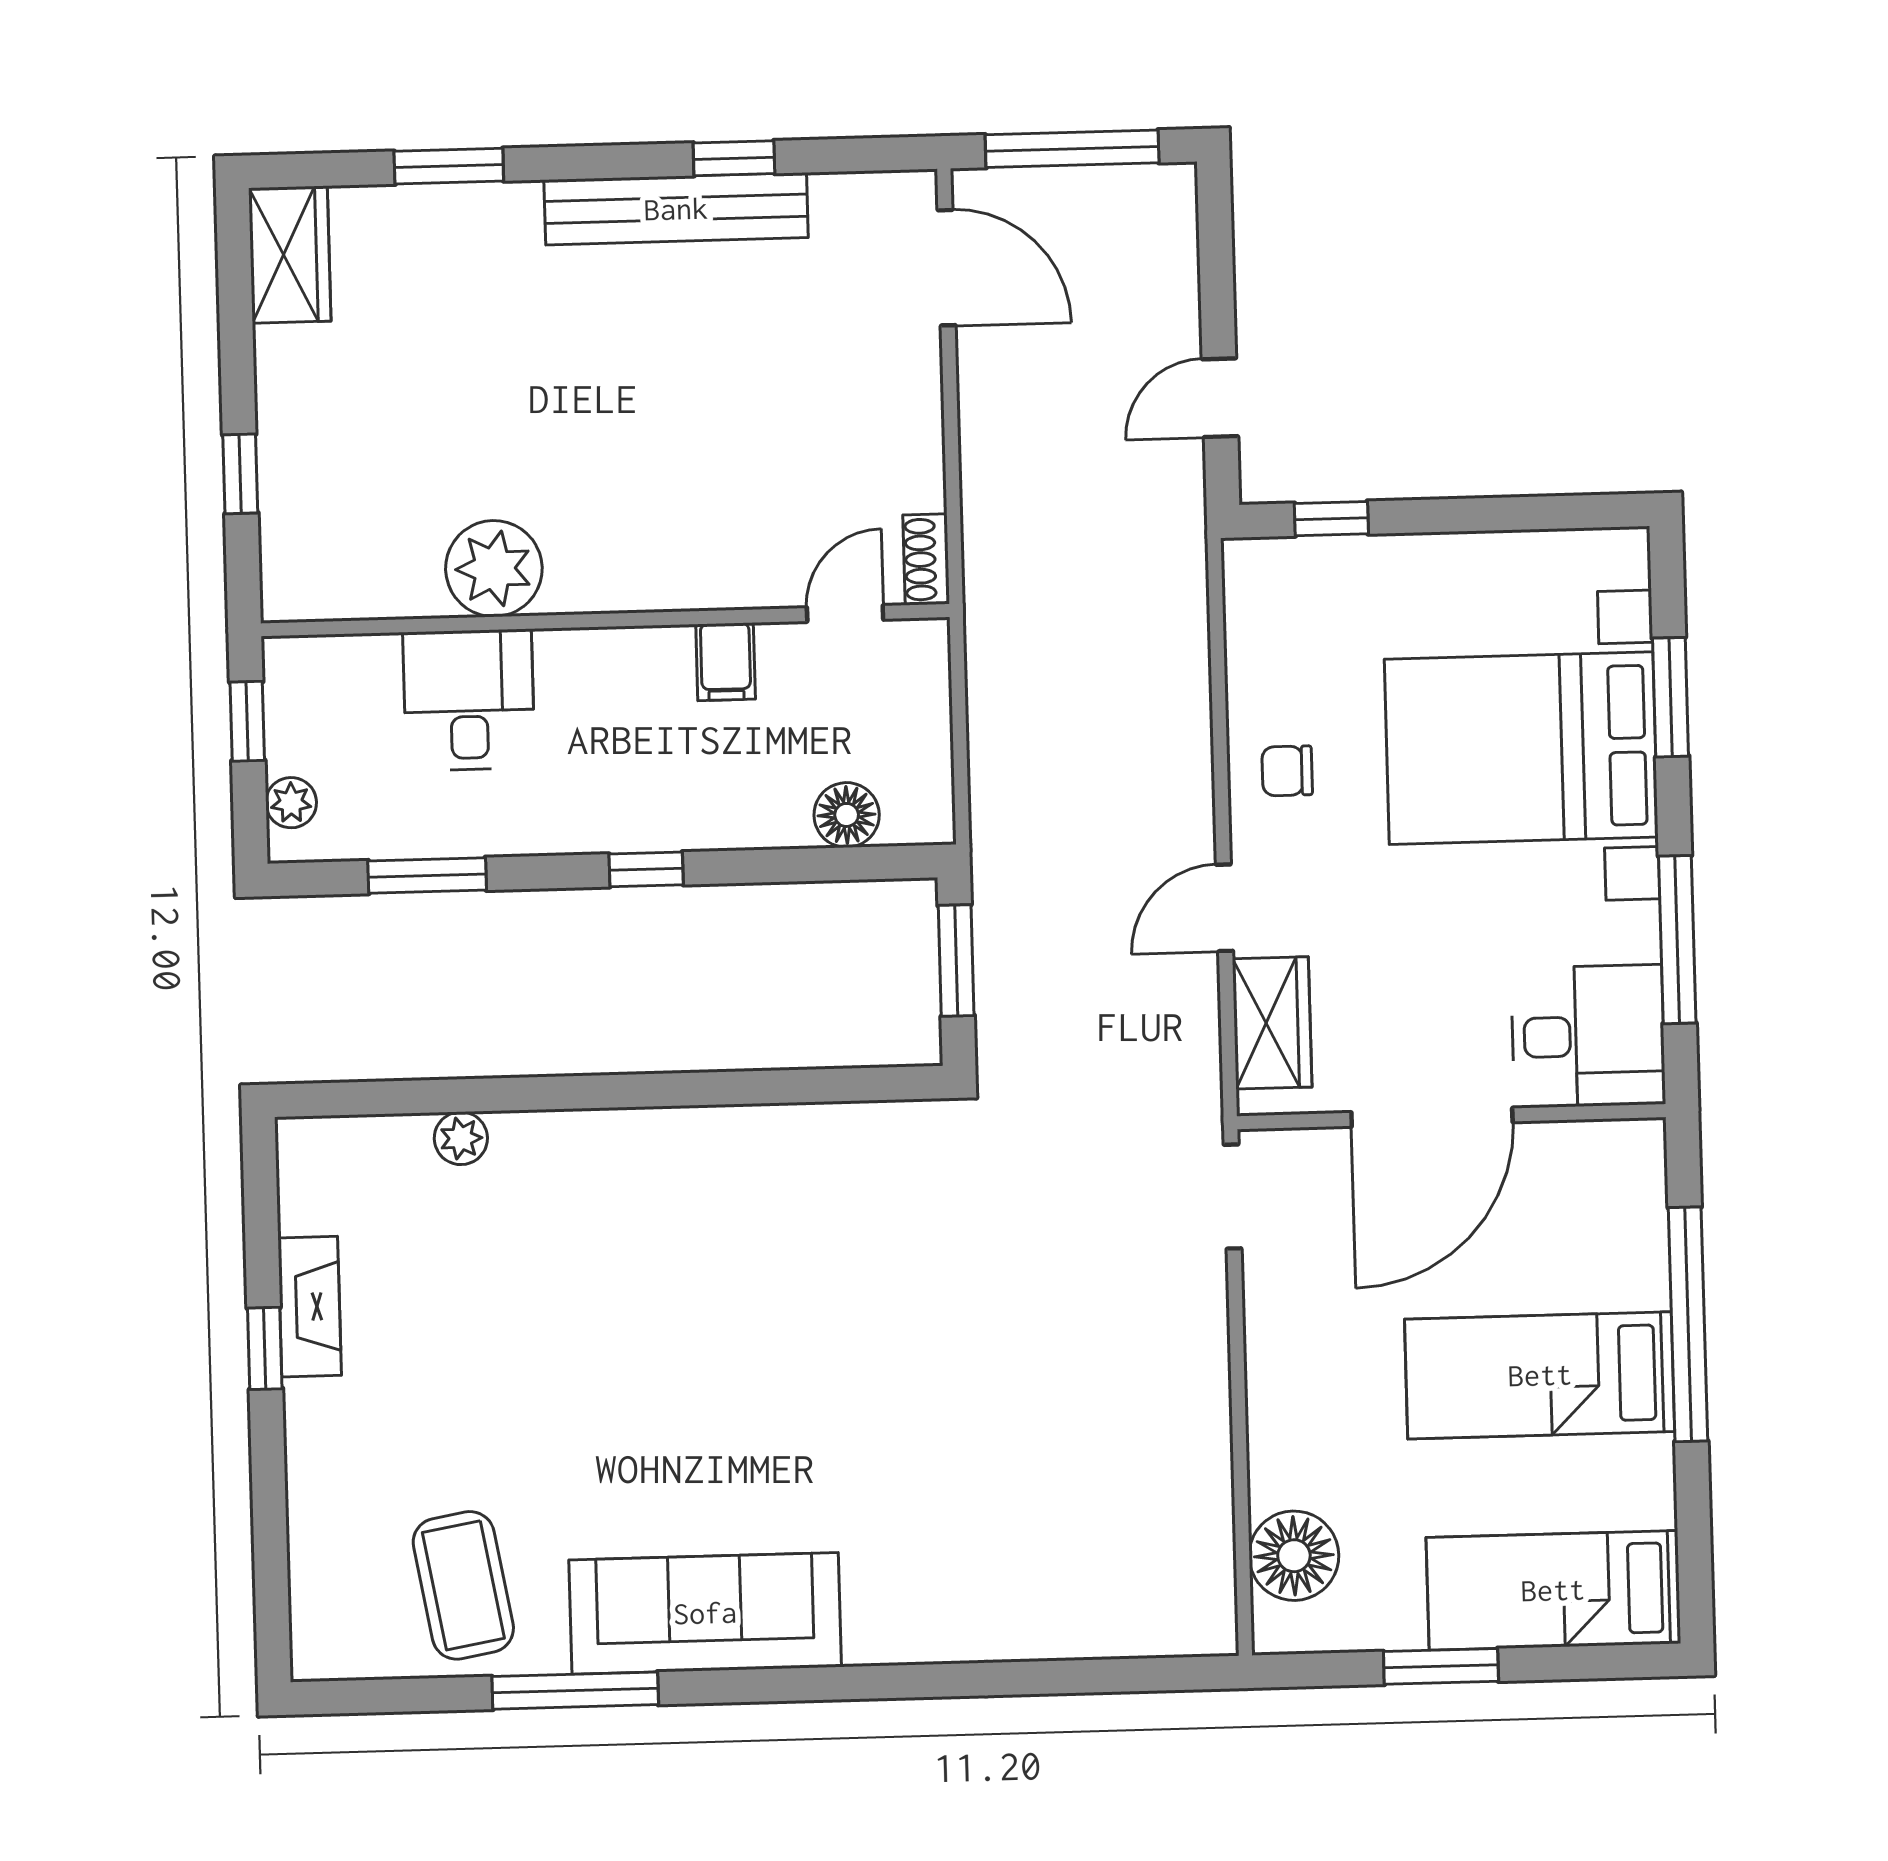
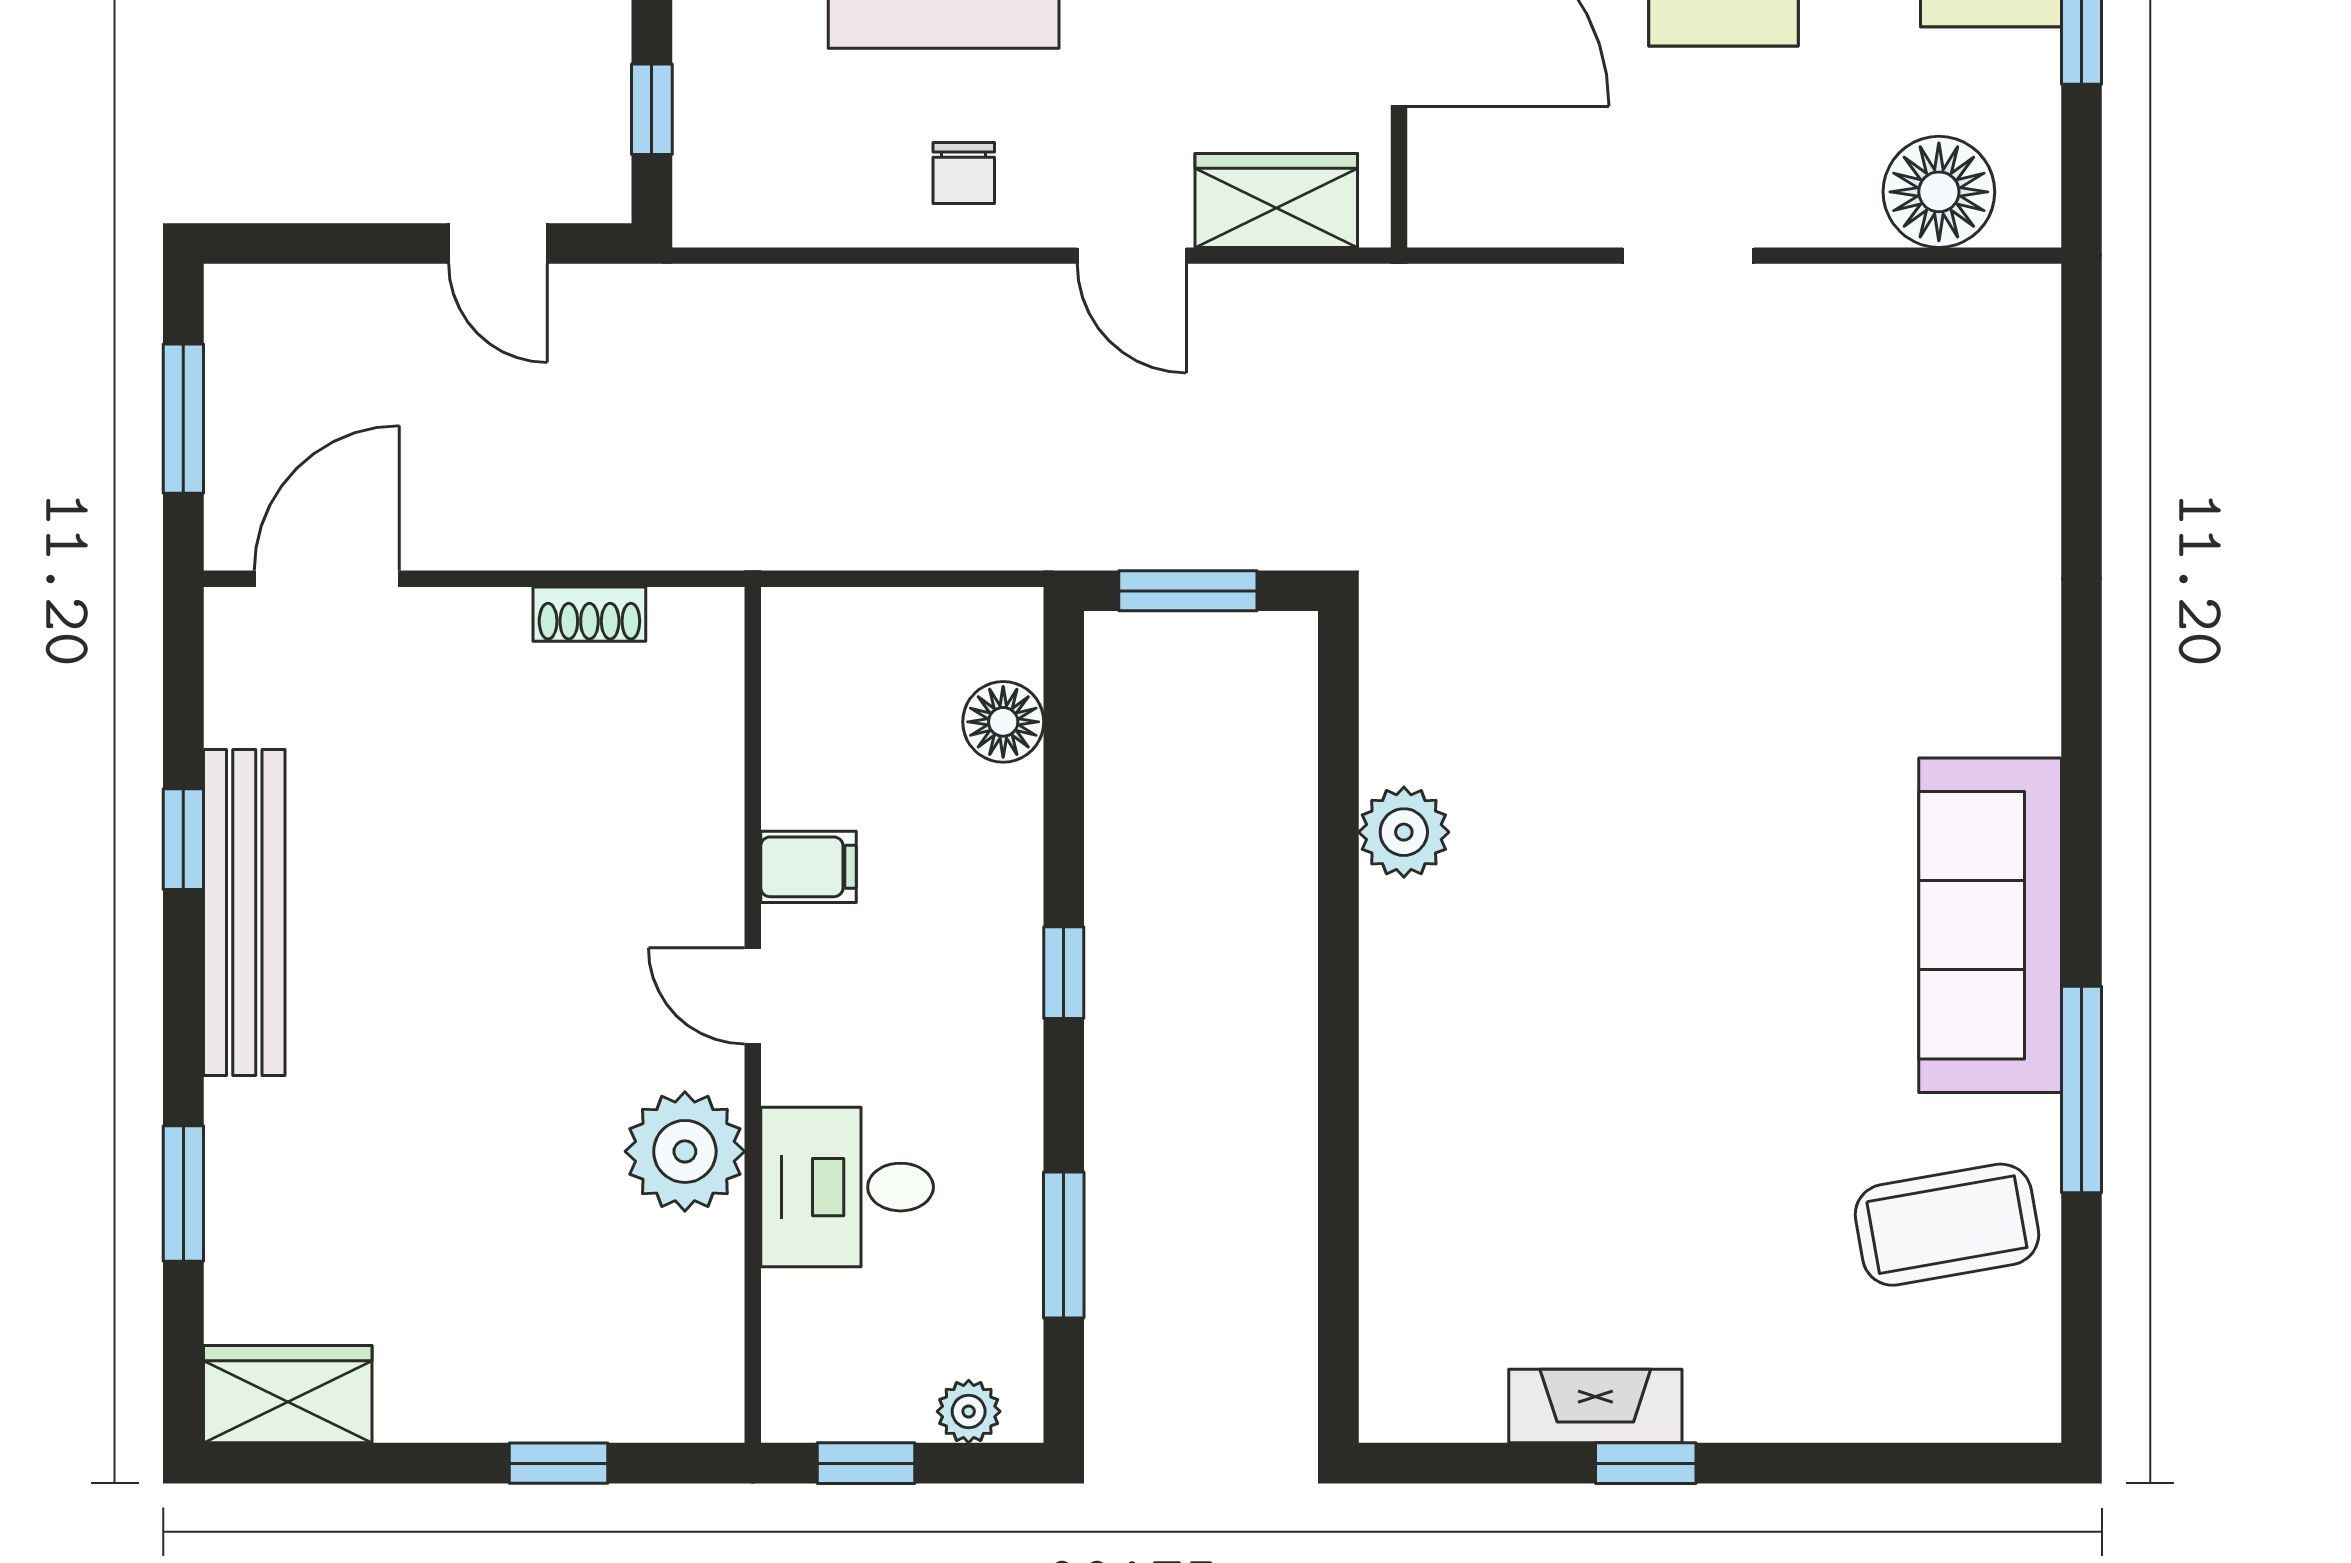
window: (1072, 149) -> (183, 419), width x0.69
shoe rack: (926, 559) -> (589, 614), moved
door: (845, 613) -> (753, 996), moved
plant: (461, 1138) -> (1404, 832), moved, width x1.38, depth x1.38
doorway: (1233, 1197) -> (1688, 256), moved

